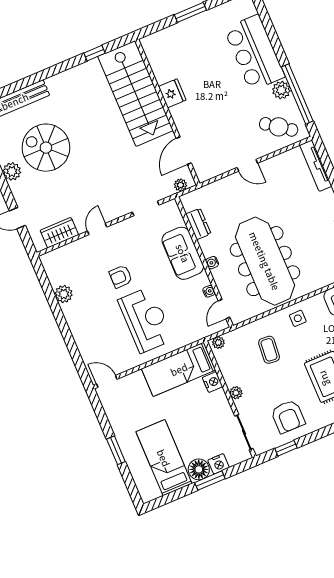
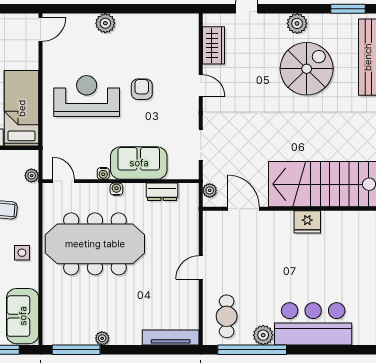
cafe table: (279, 127) -> (227, 316), turned -36
water cooler: (209, 291) -> (103, 173), moved
plant: (64, 294) -> (105, 23), moved
reception desk: (146, 320) -> (87, 96), turned 180
plant: (218, 343) -> (32, 176), moved

